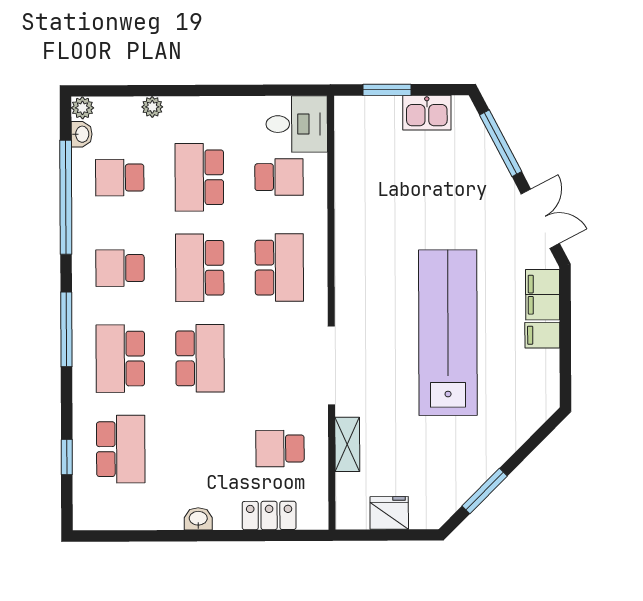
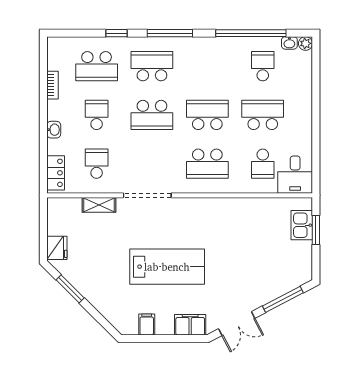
plant: (152, 107) -> (306, 86), removed
kitchen sink: (427, 113) -> (302, 225), moved
school desk: (120, 268) -> (97, 115), moved
lab bench: (448, 333) -> (167, 267), width x0.73
filing cabinet: (542, 335) -> (147, 324), moved
window: (67, 457) -> (116, 33), moved
fridge: (389, 513) -> (57, 248), moved
locker: (269, 515) -> (56, 173), moved
washbasin: (198, 519) -> (54, 130), moved
bookcase: (152, 521) -> (52, 85), added

